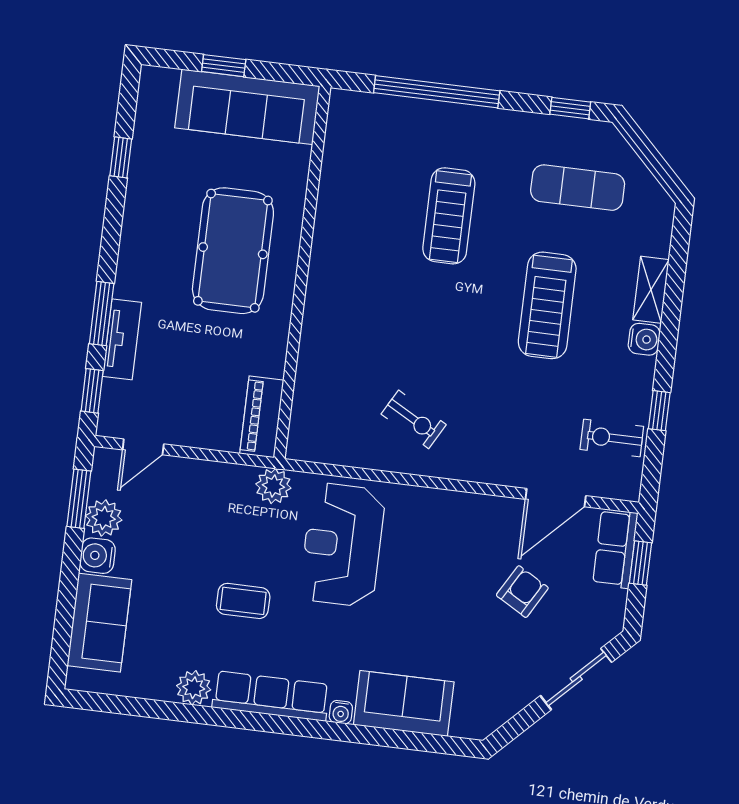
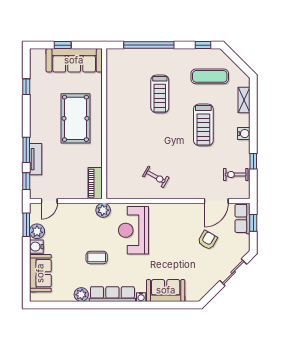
shelving: (651, 290) -> (244, 100), moved

